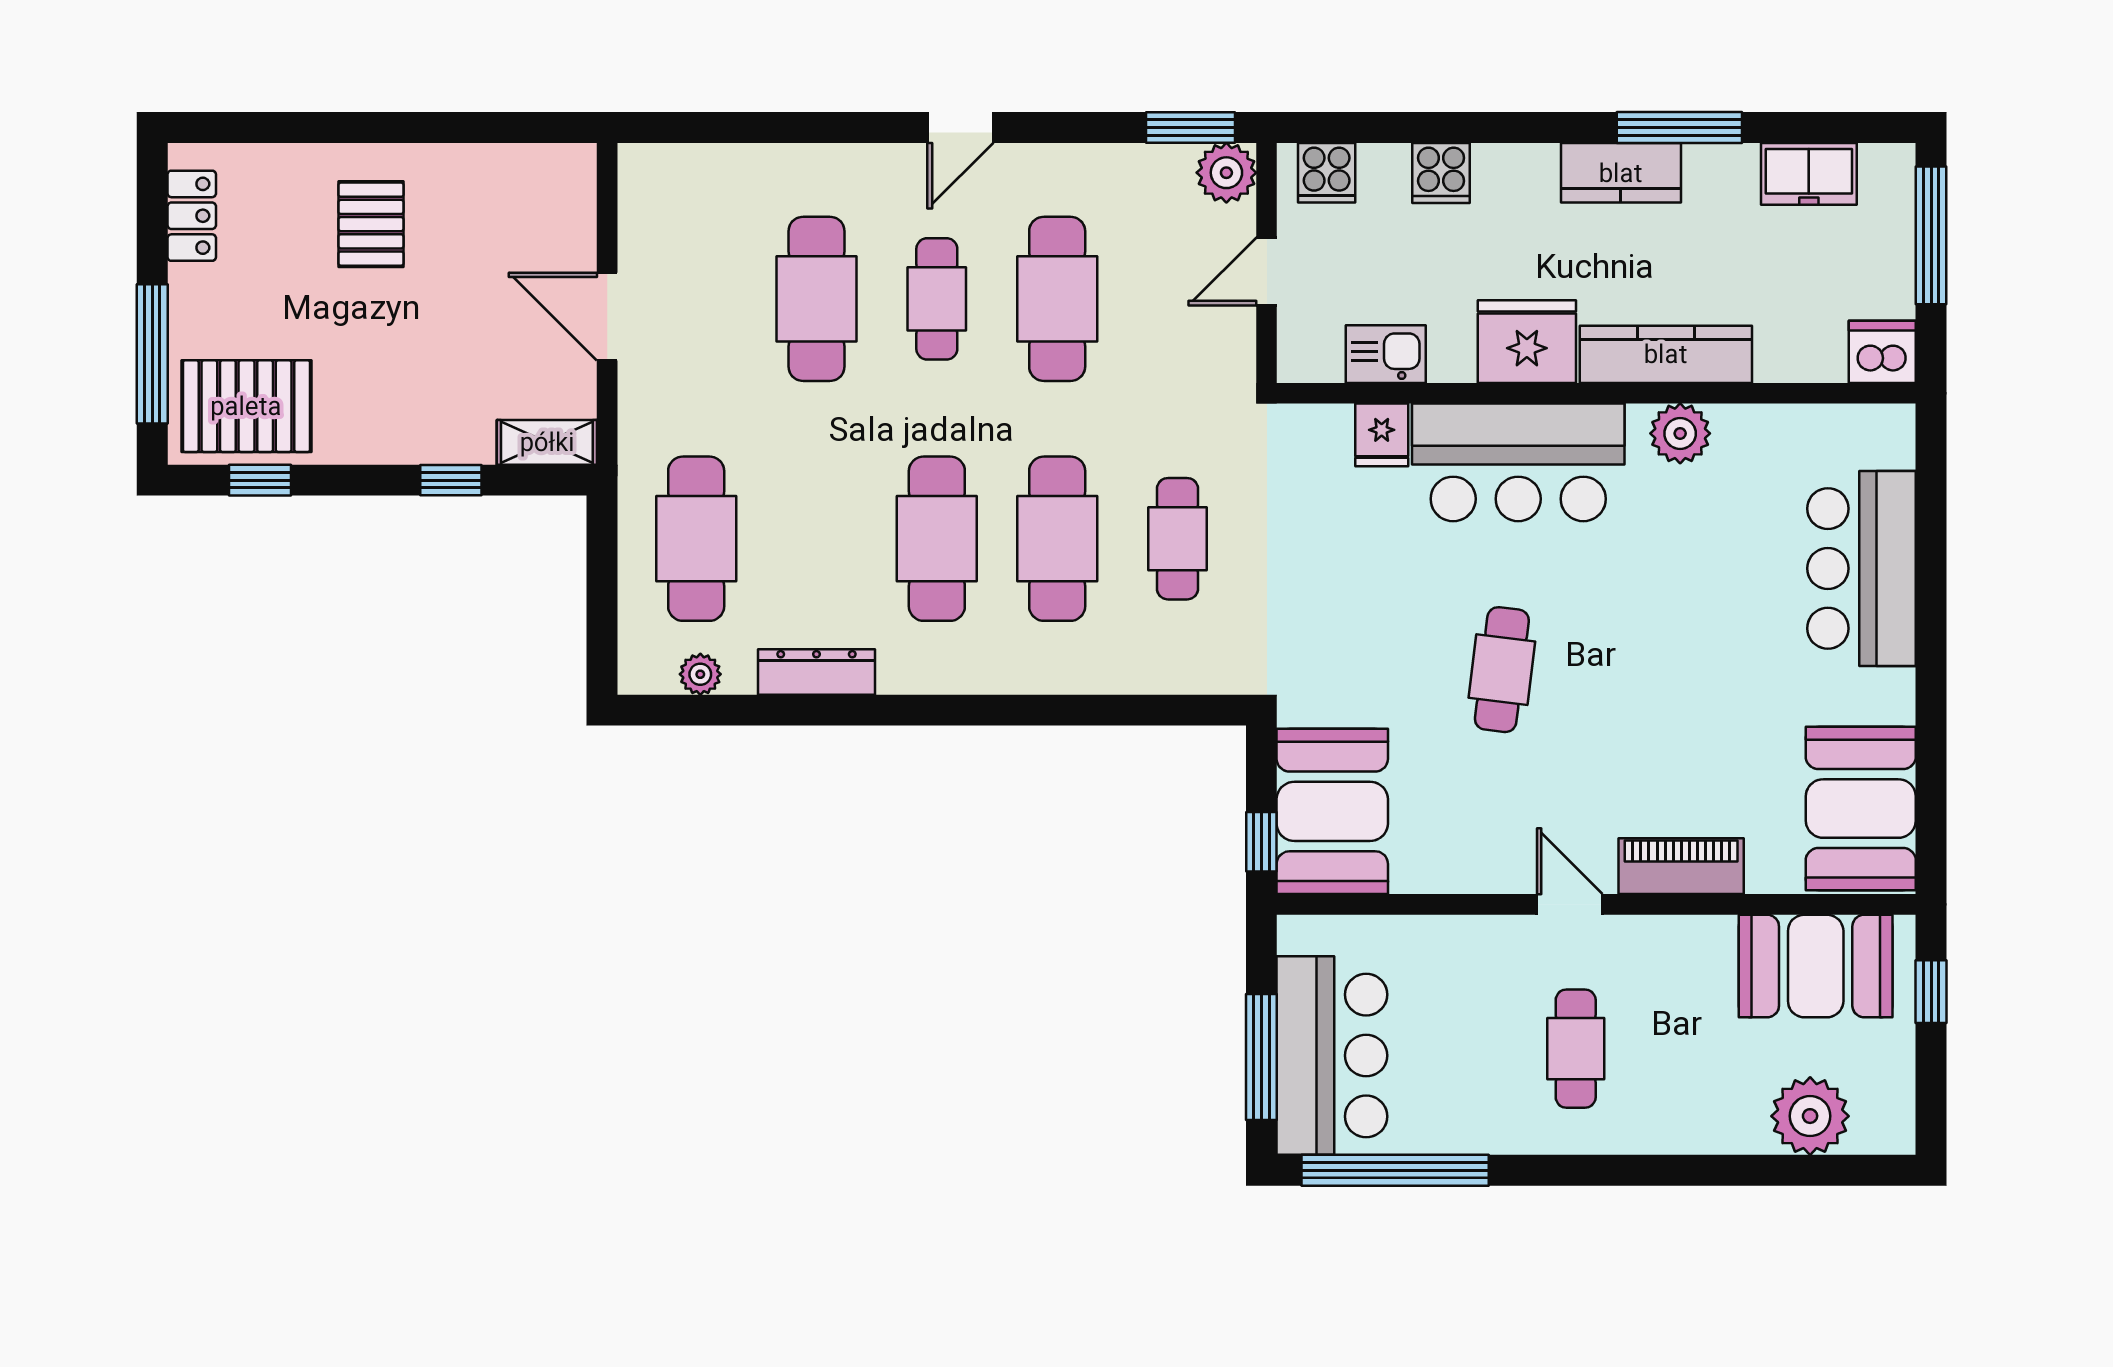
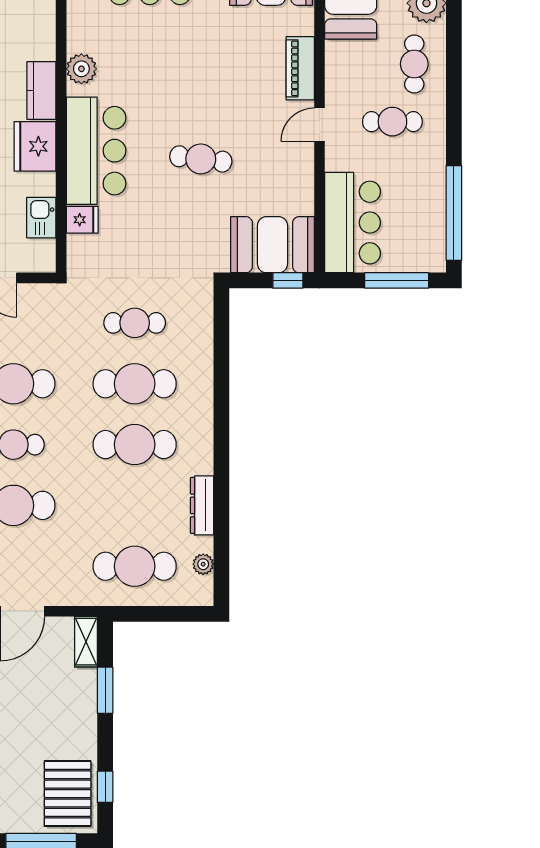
kitchen counter: (1666, 354) -> (41, 91), width x0.67
window: (451, 480) -> (105, 690), width x1.50
bar counter: (1332, 1056) -> (353, 223), moved, turned 90
cafe table: (1690, 1092) -> (414, 64), added

